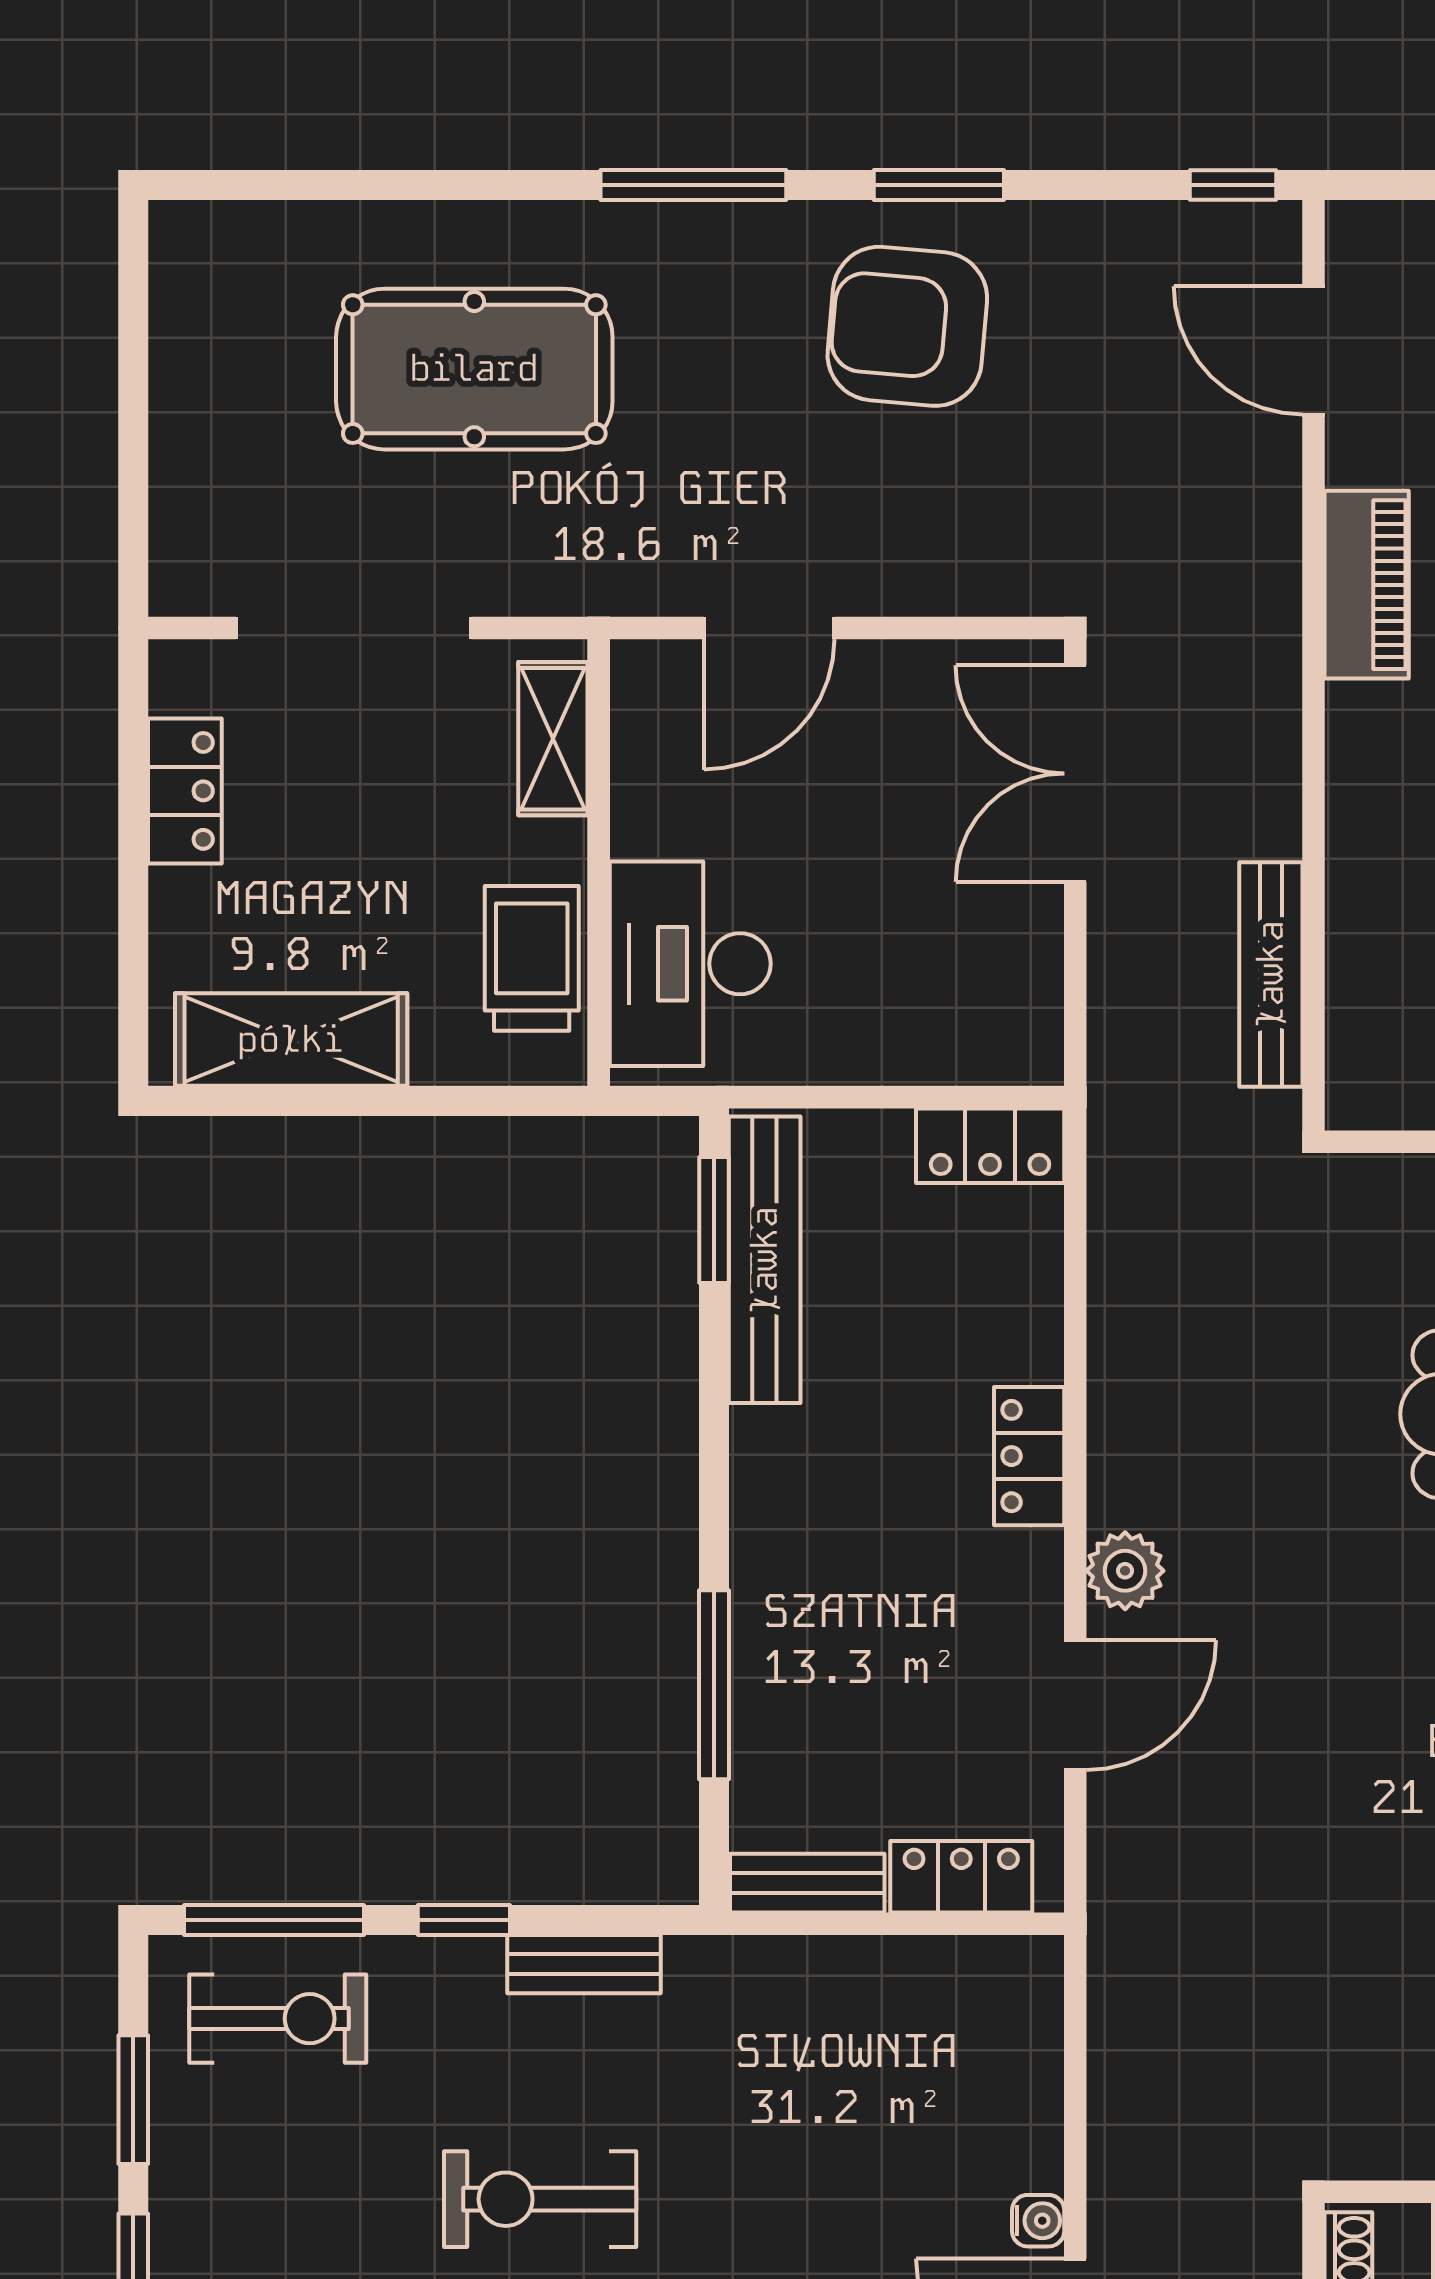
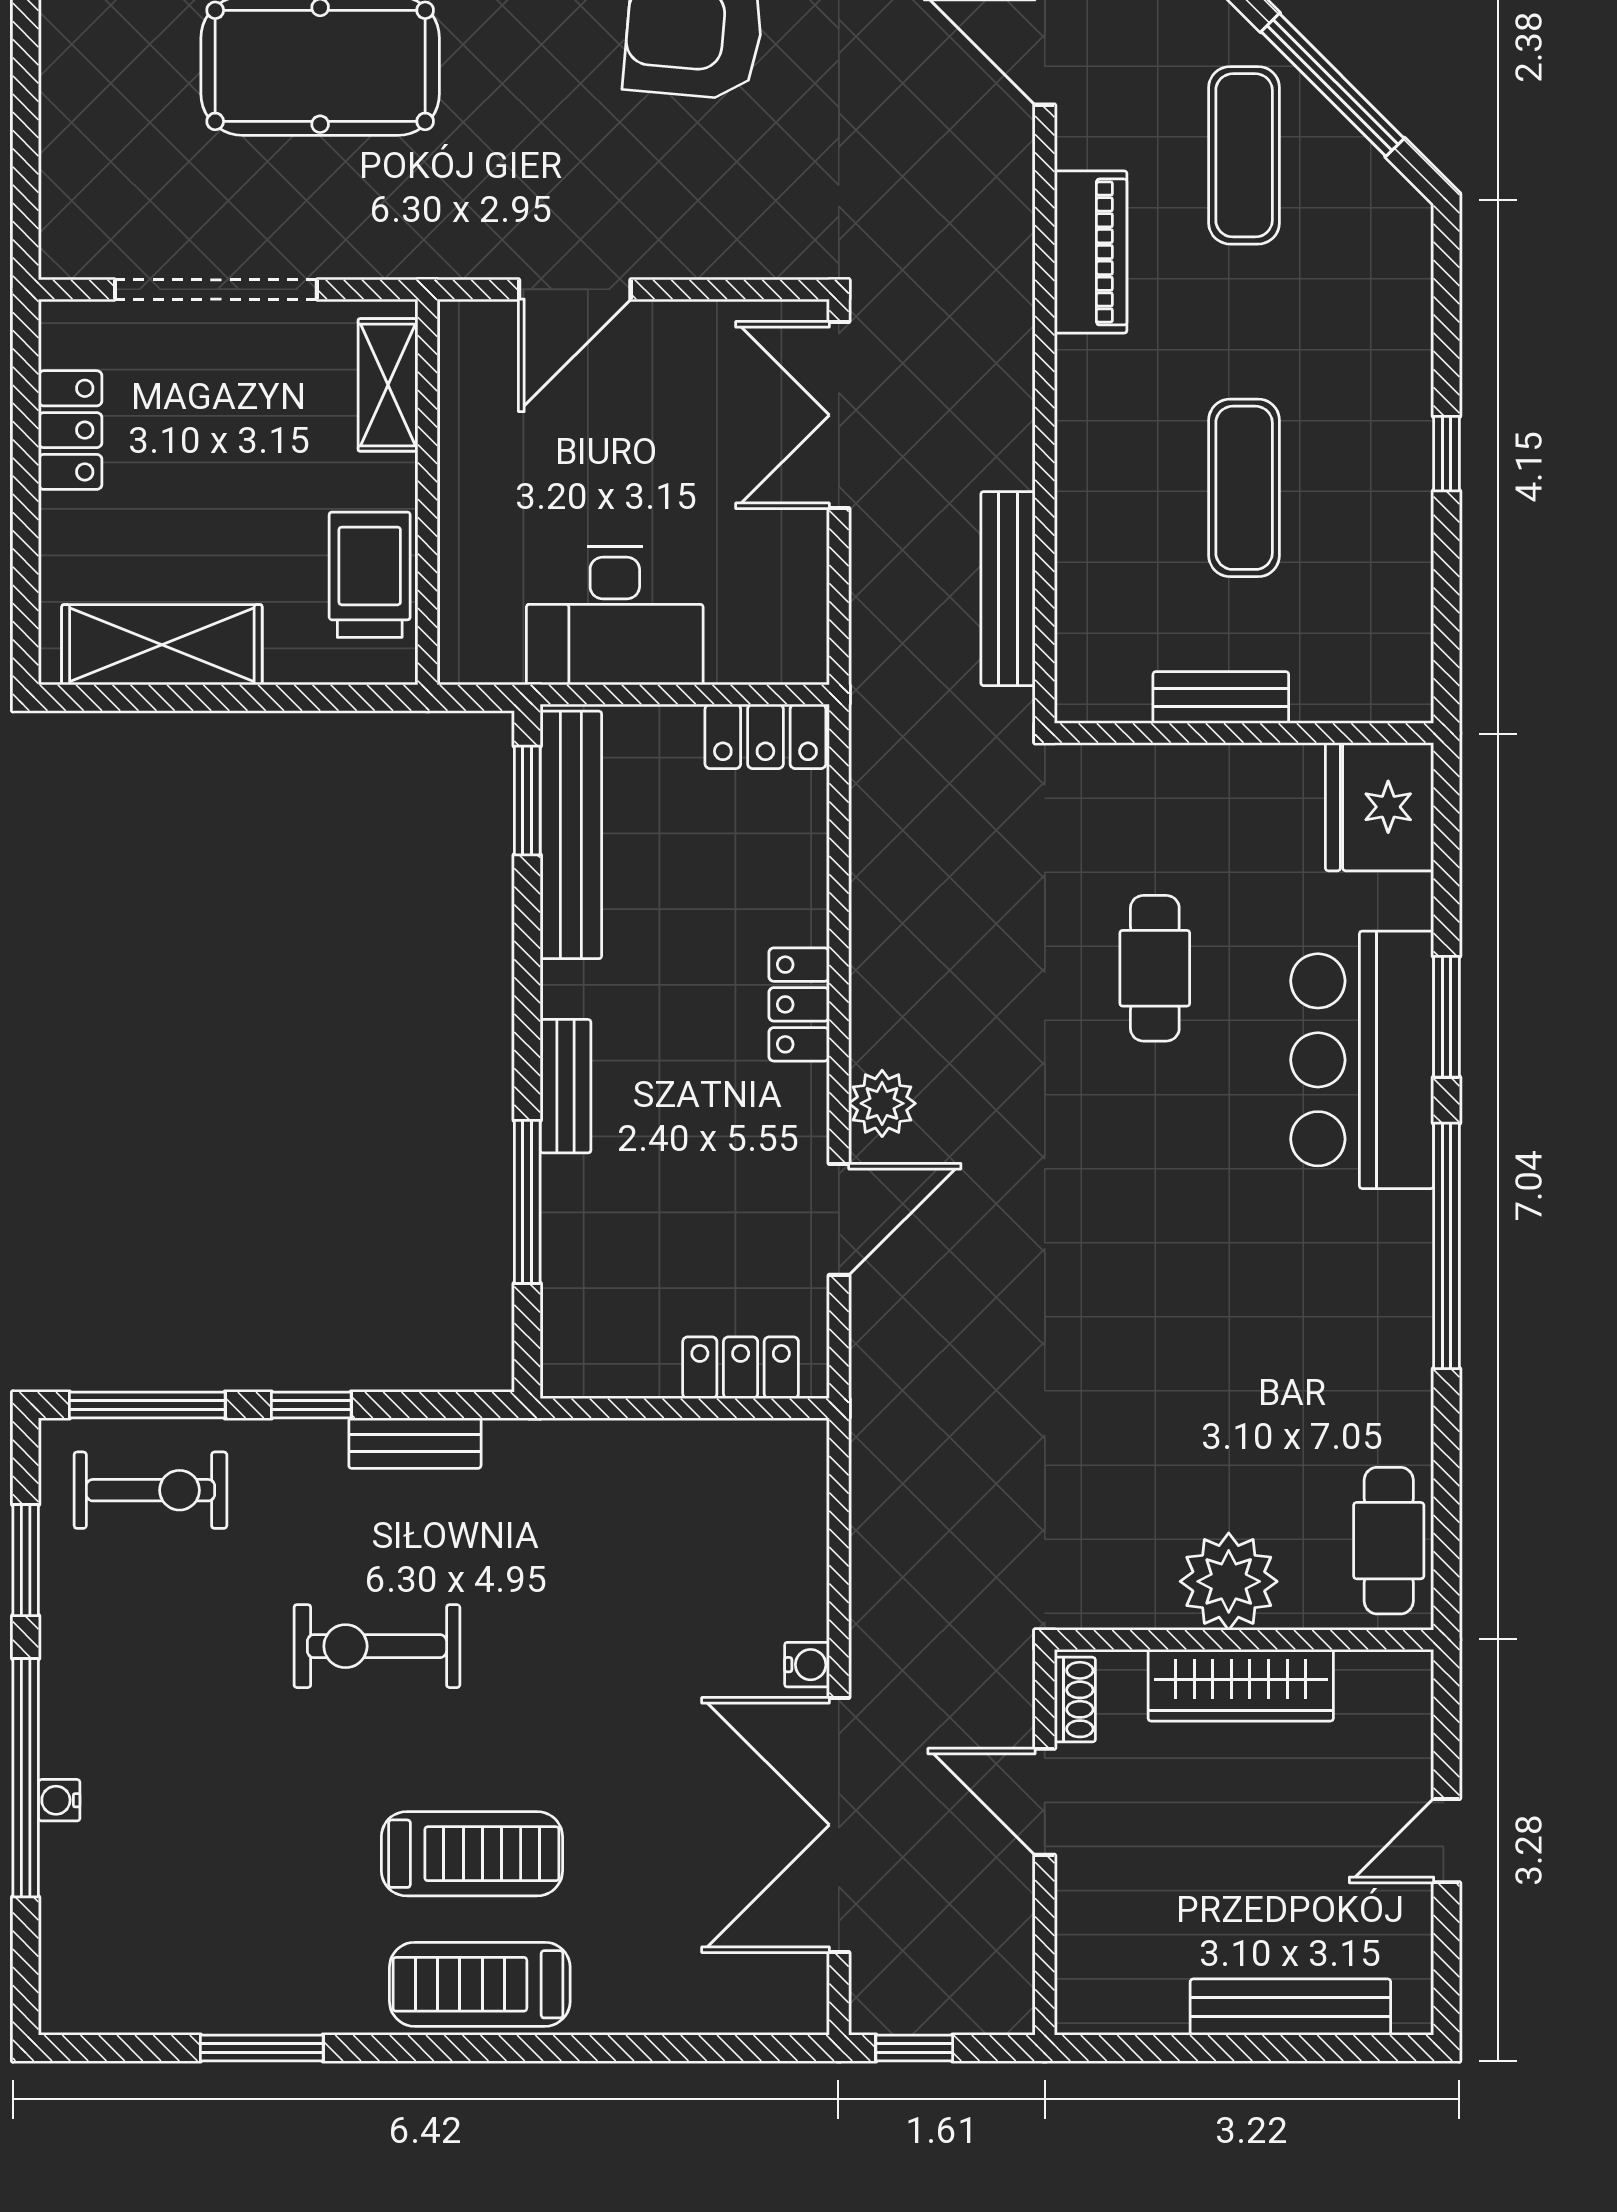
desk: (690, 964) -> (615, 615), moved, turned -90
bench: (807, 1883) -> (565, 1086), moved, turned 90

